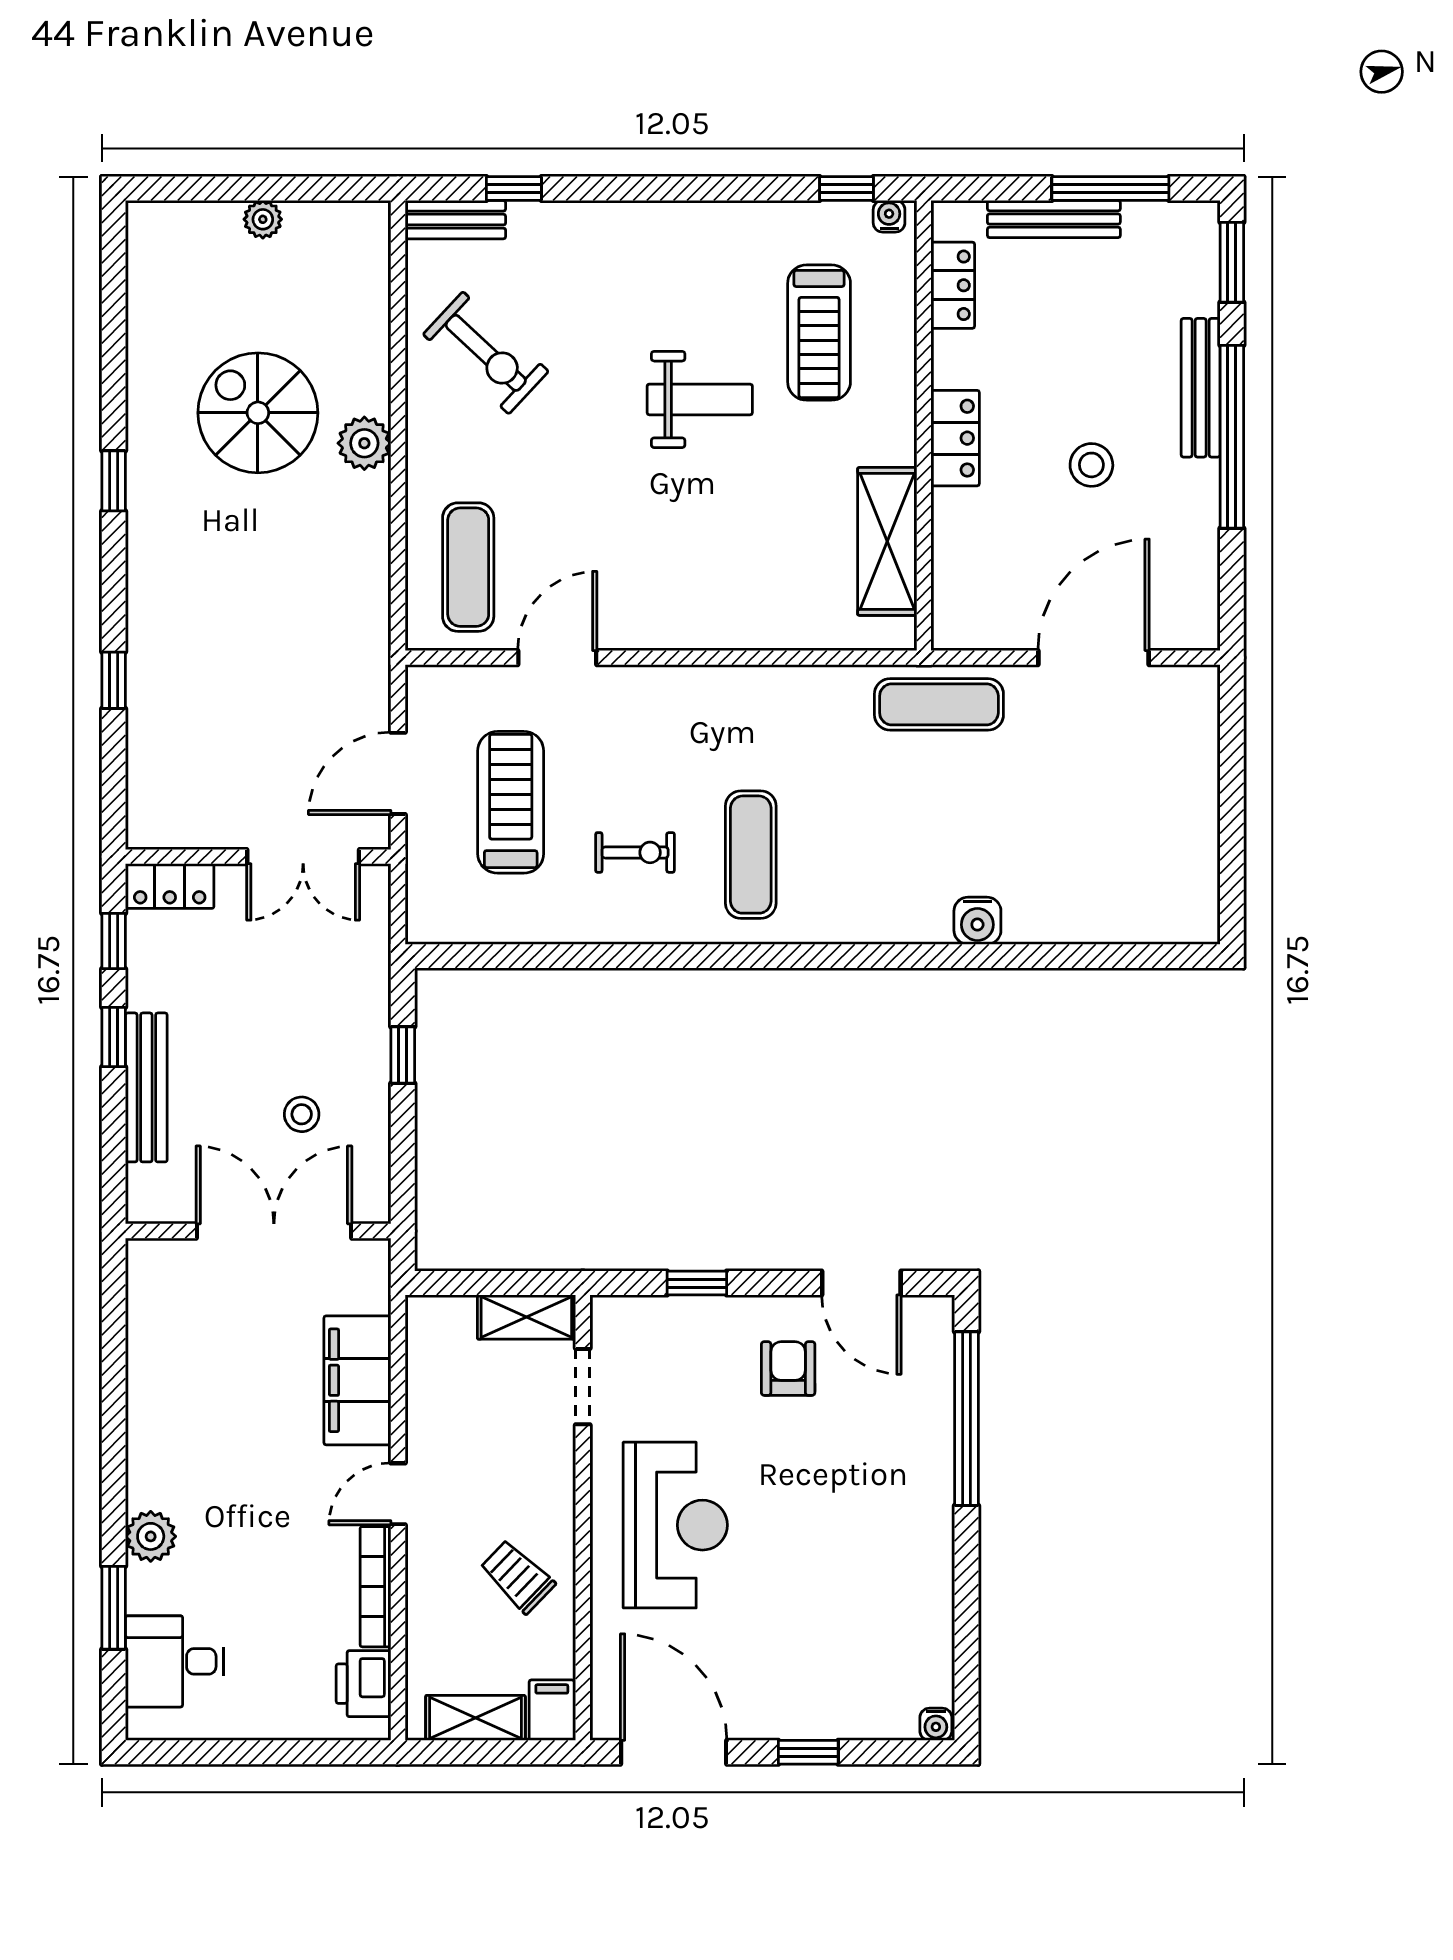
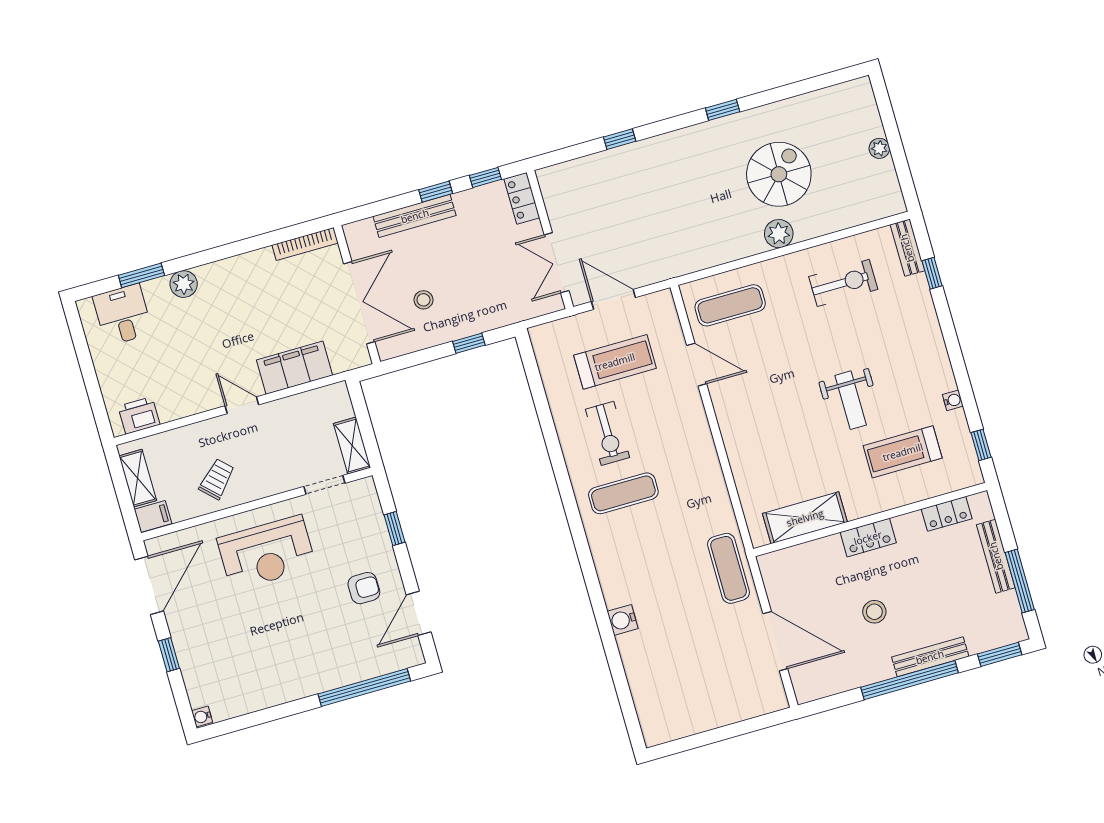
water cooler: (889, 216) -> (953, 400), moved
exercise bike: (486, 353) -> (843, 283), turned -133
exercise bike: (635, 852) -> (608, 433), width x1.38, depth x1.39
bookcase: (375, 1587) -> (305, 244), moved, turned 180

